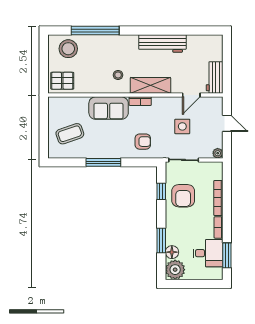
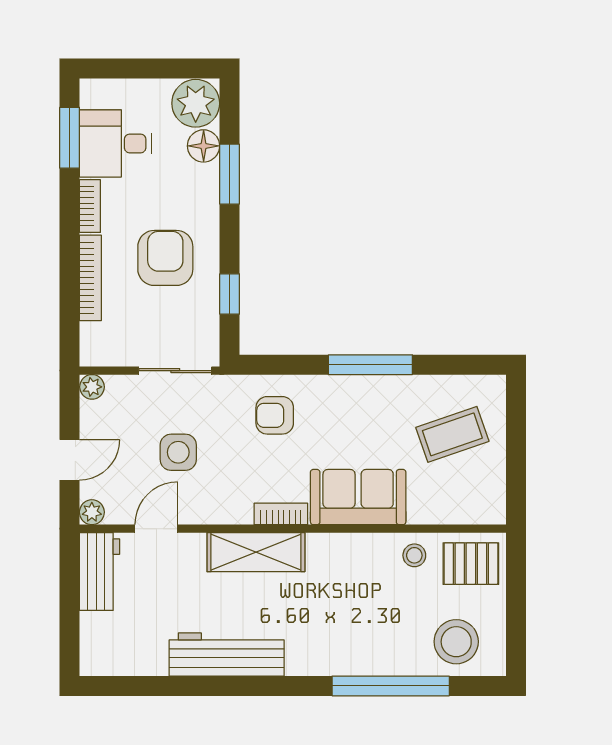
stool: (118, 75) -> (414, 555), moved
plant: (218, 102) -> (92, 512), added
door: (227, 123) -> (70, 460), swing flipped
armchair: (183, 196) -> (165, 258), moved

